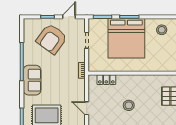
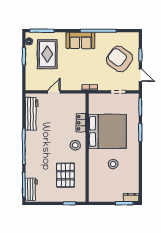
stool: (162, 30) -> (113, 164), moved
bed: (126, 38) -> (107, 131), moved, turned 180
locker: (106, 80) -> (81, 123), moved
stool: (129, 105) -> (75, 145), moved

